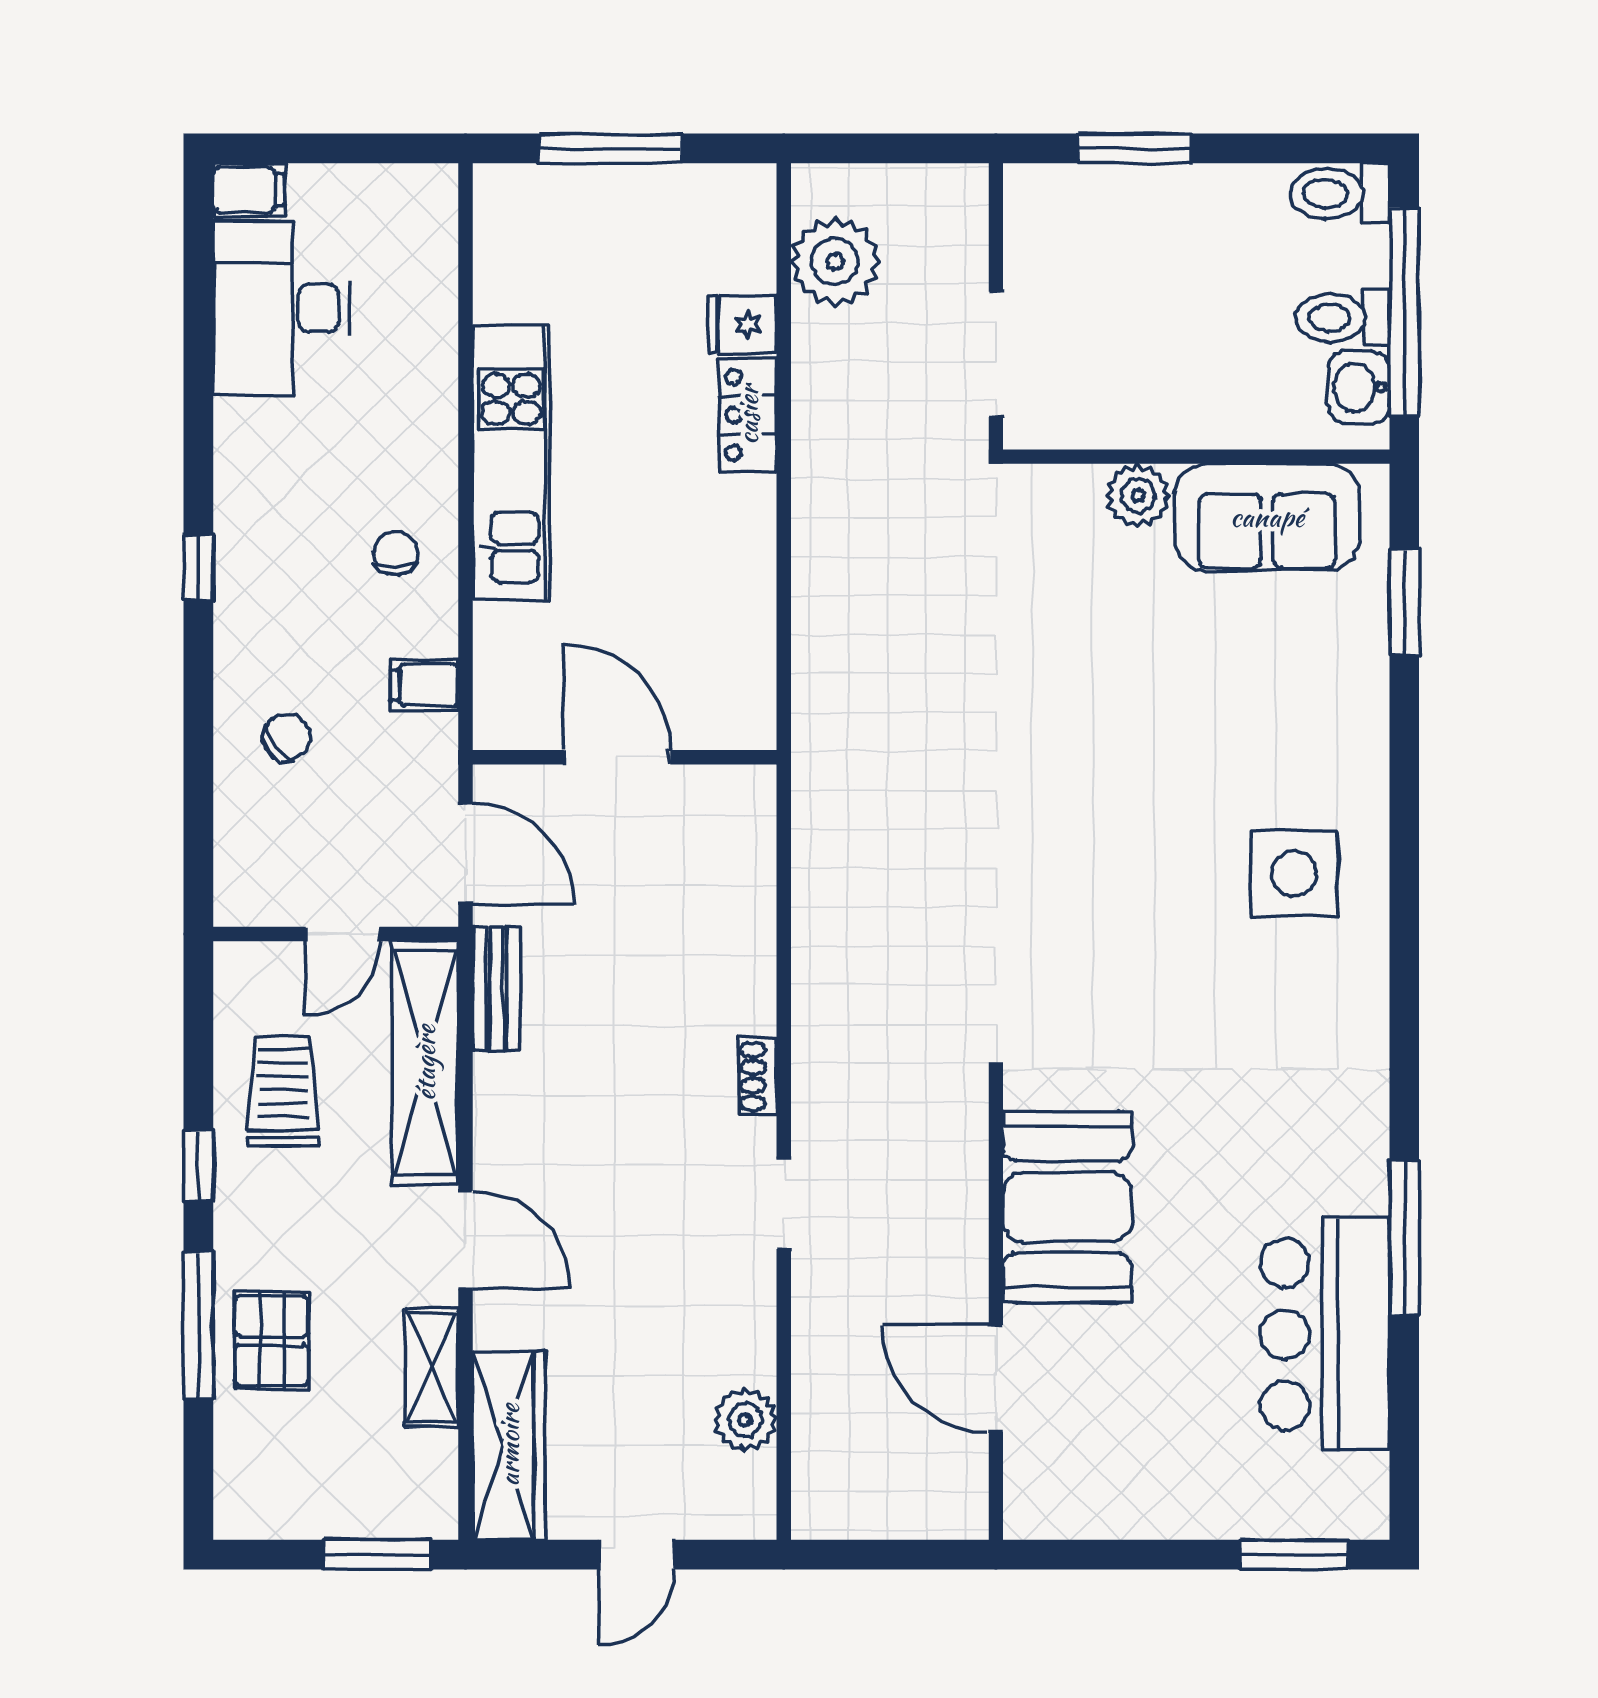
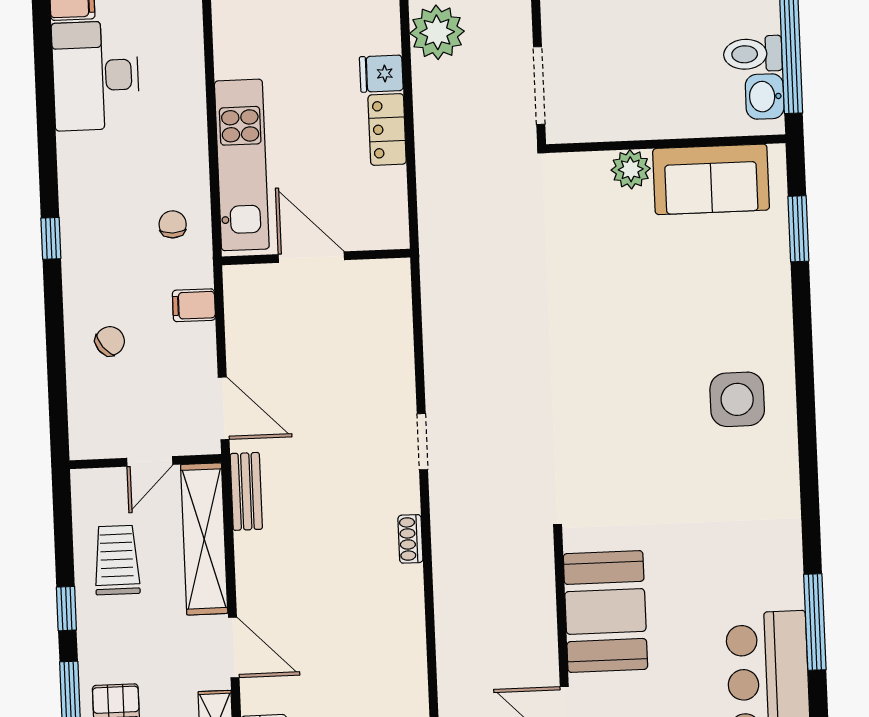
door: (617, 757) -> (311, 257), moved
wall: (625, 757) -> (316, 257), moved
doorway: (784, 1204) -> (422, 442), moved

